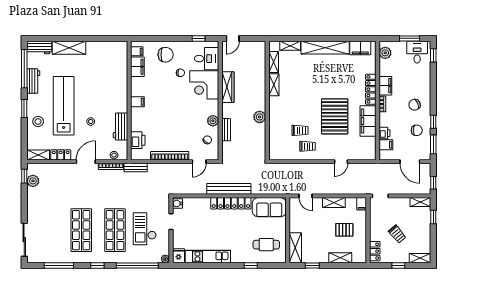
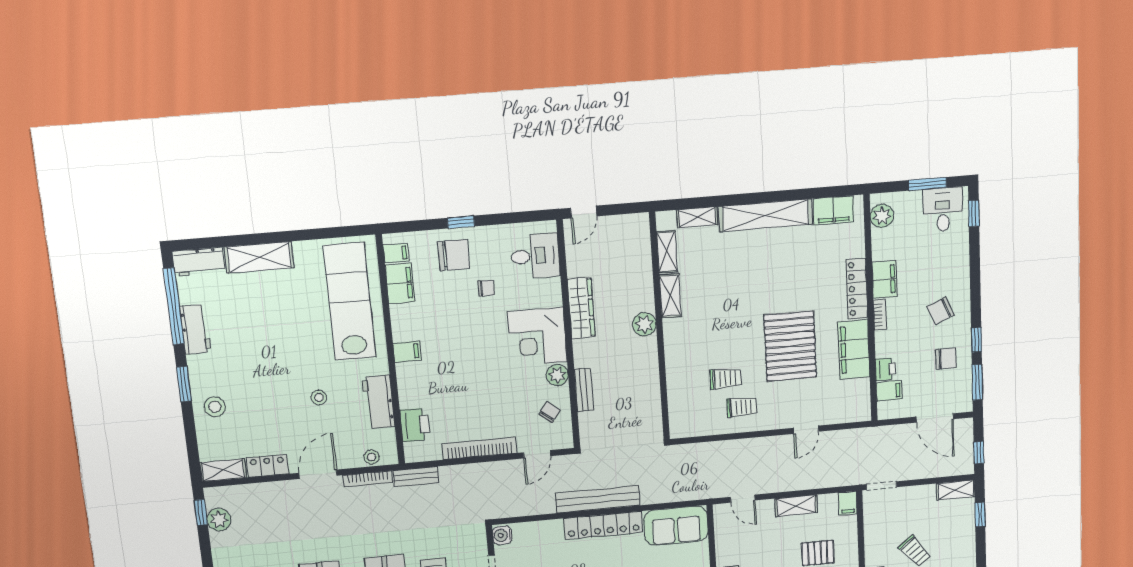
window: (199, 38) -> (461, 222), moved
corner desk: (204, 85) -> (537, 337), moved
lab bench: (64, 106) -> (350, 301), moved
plant: (260, 117) -> (644, 324), moved

